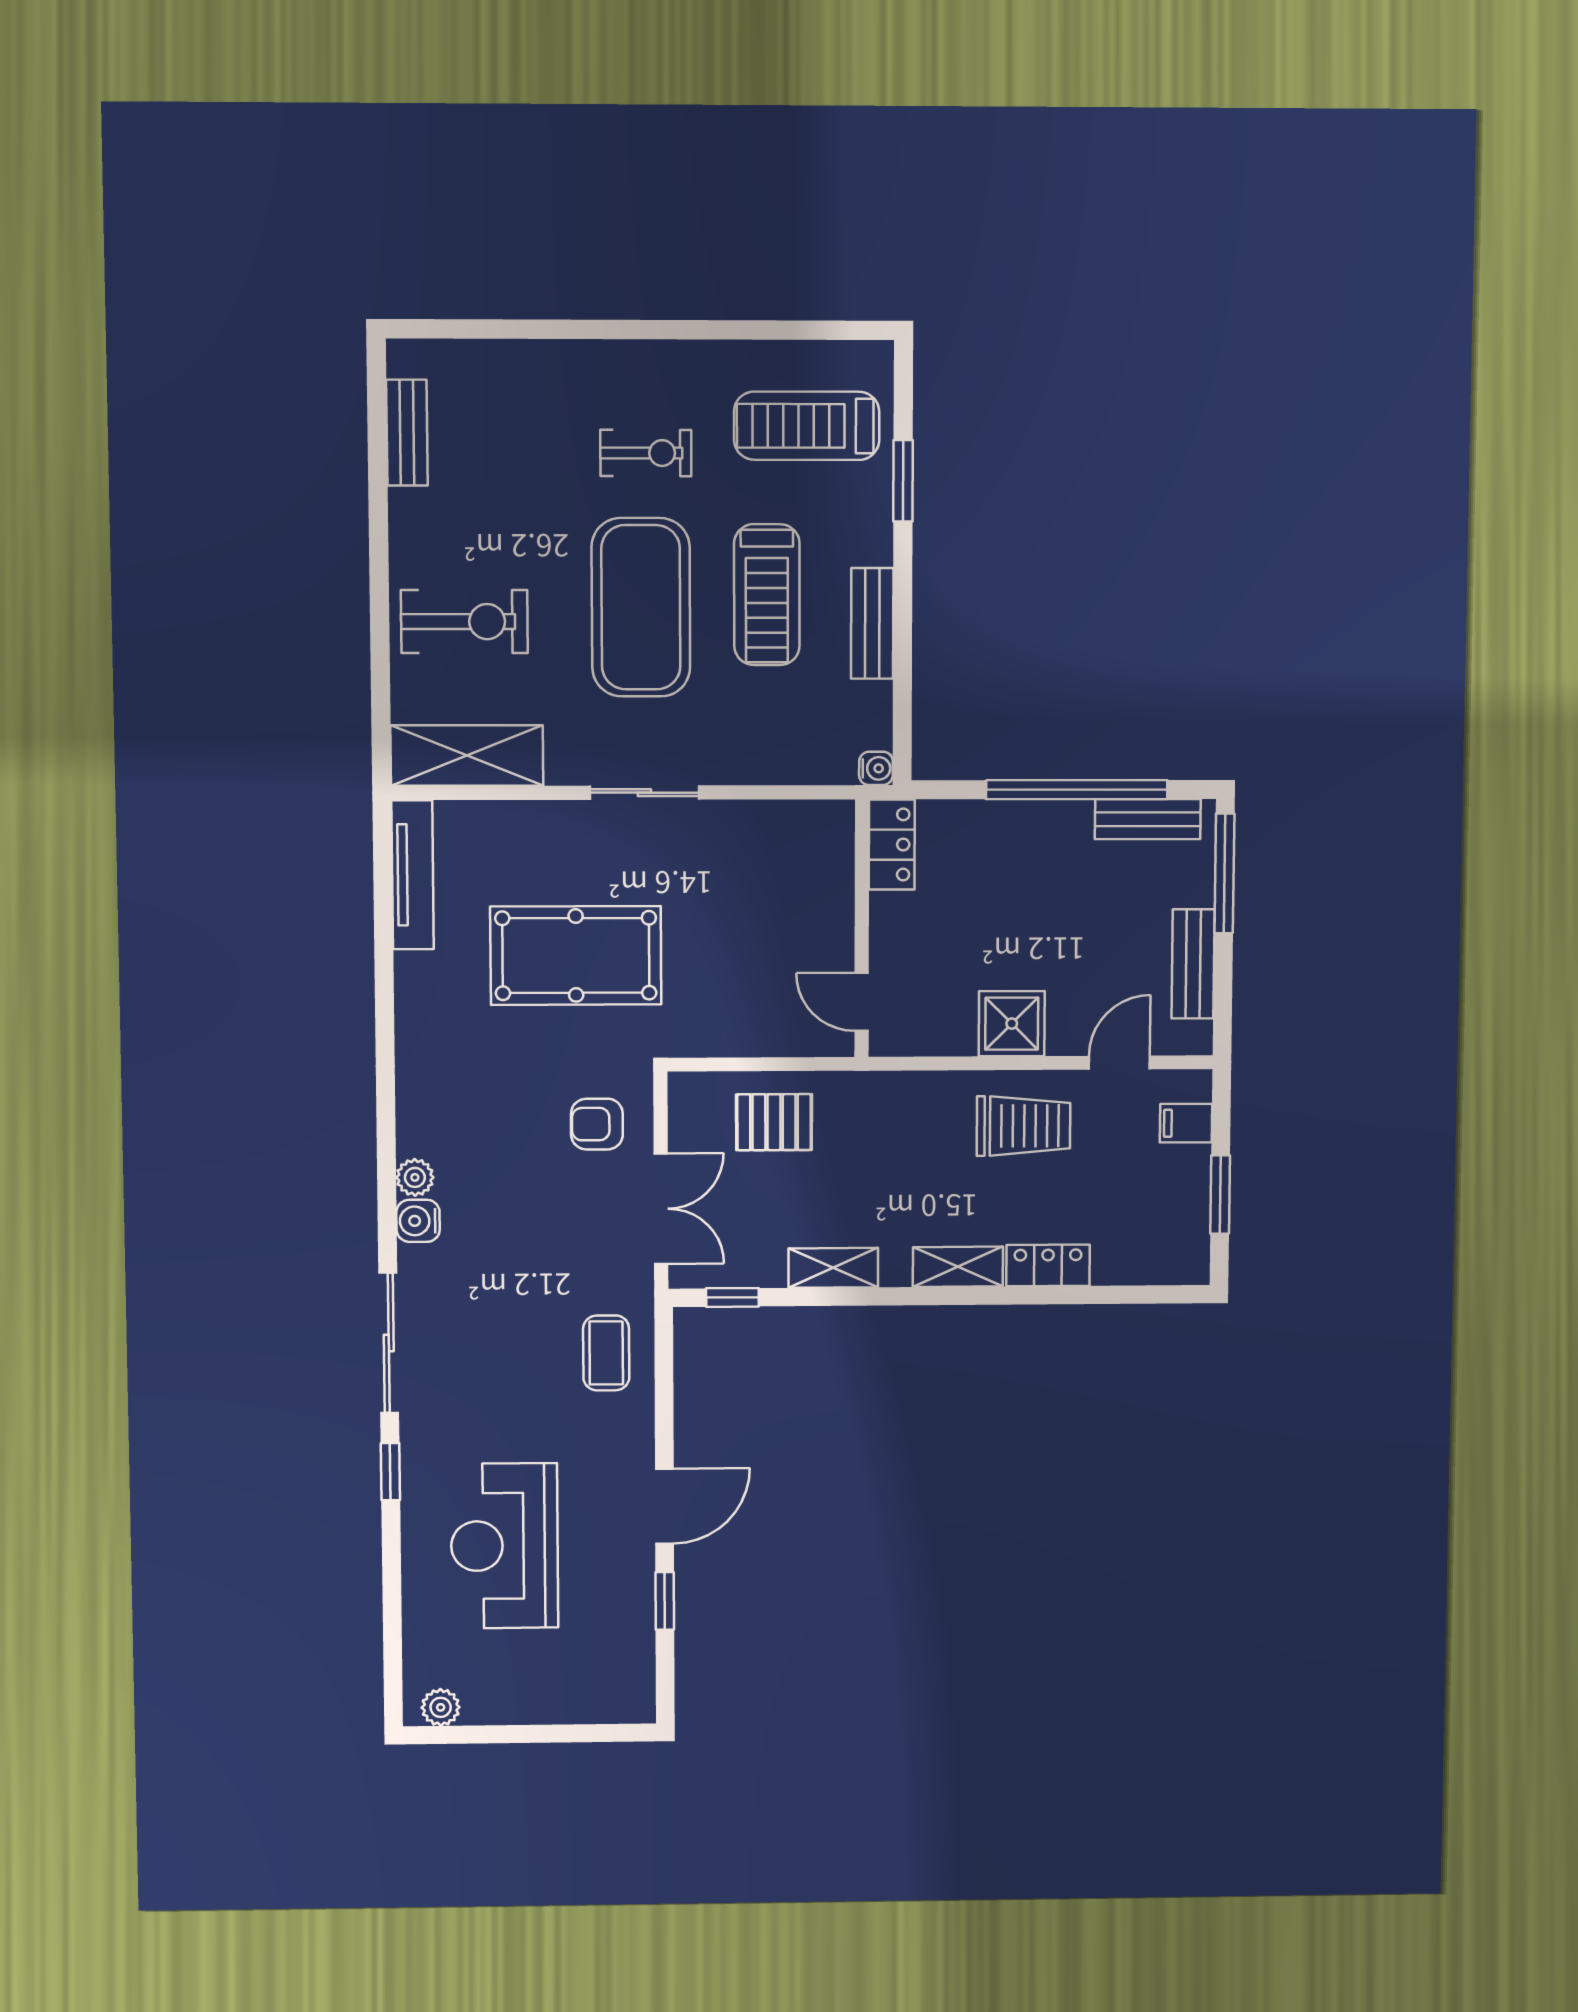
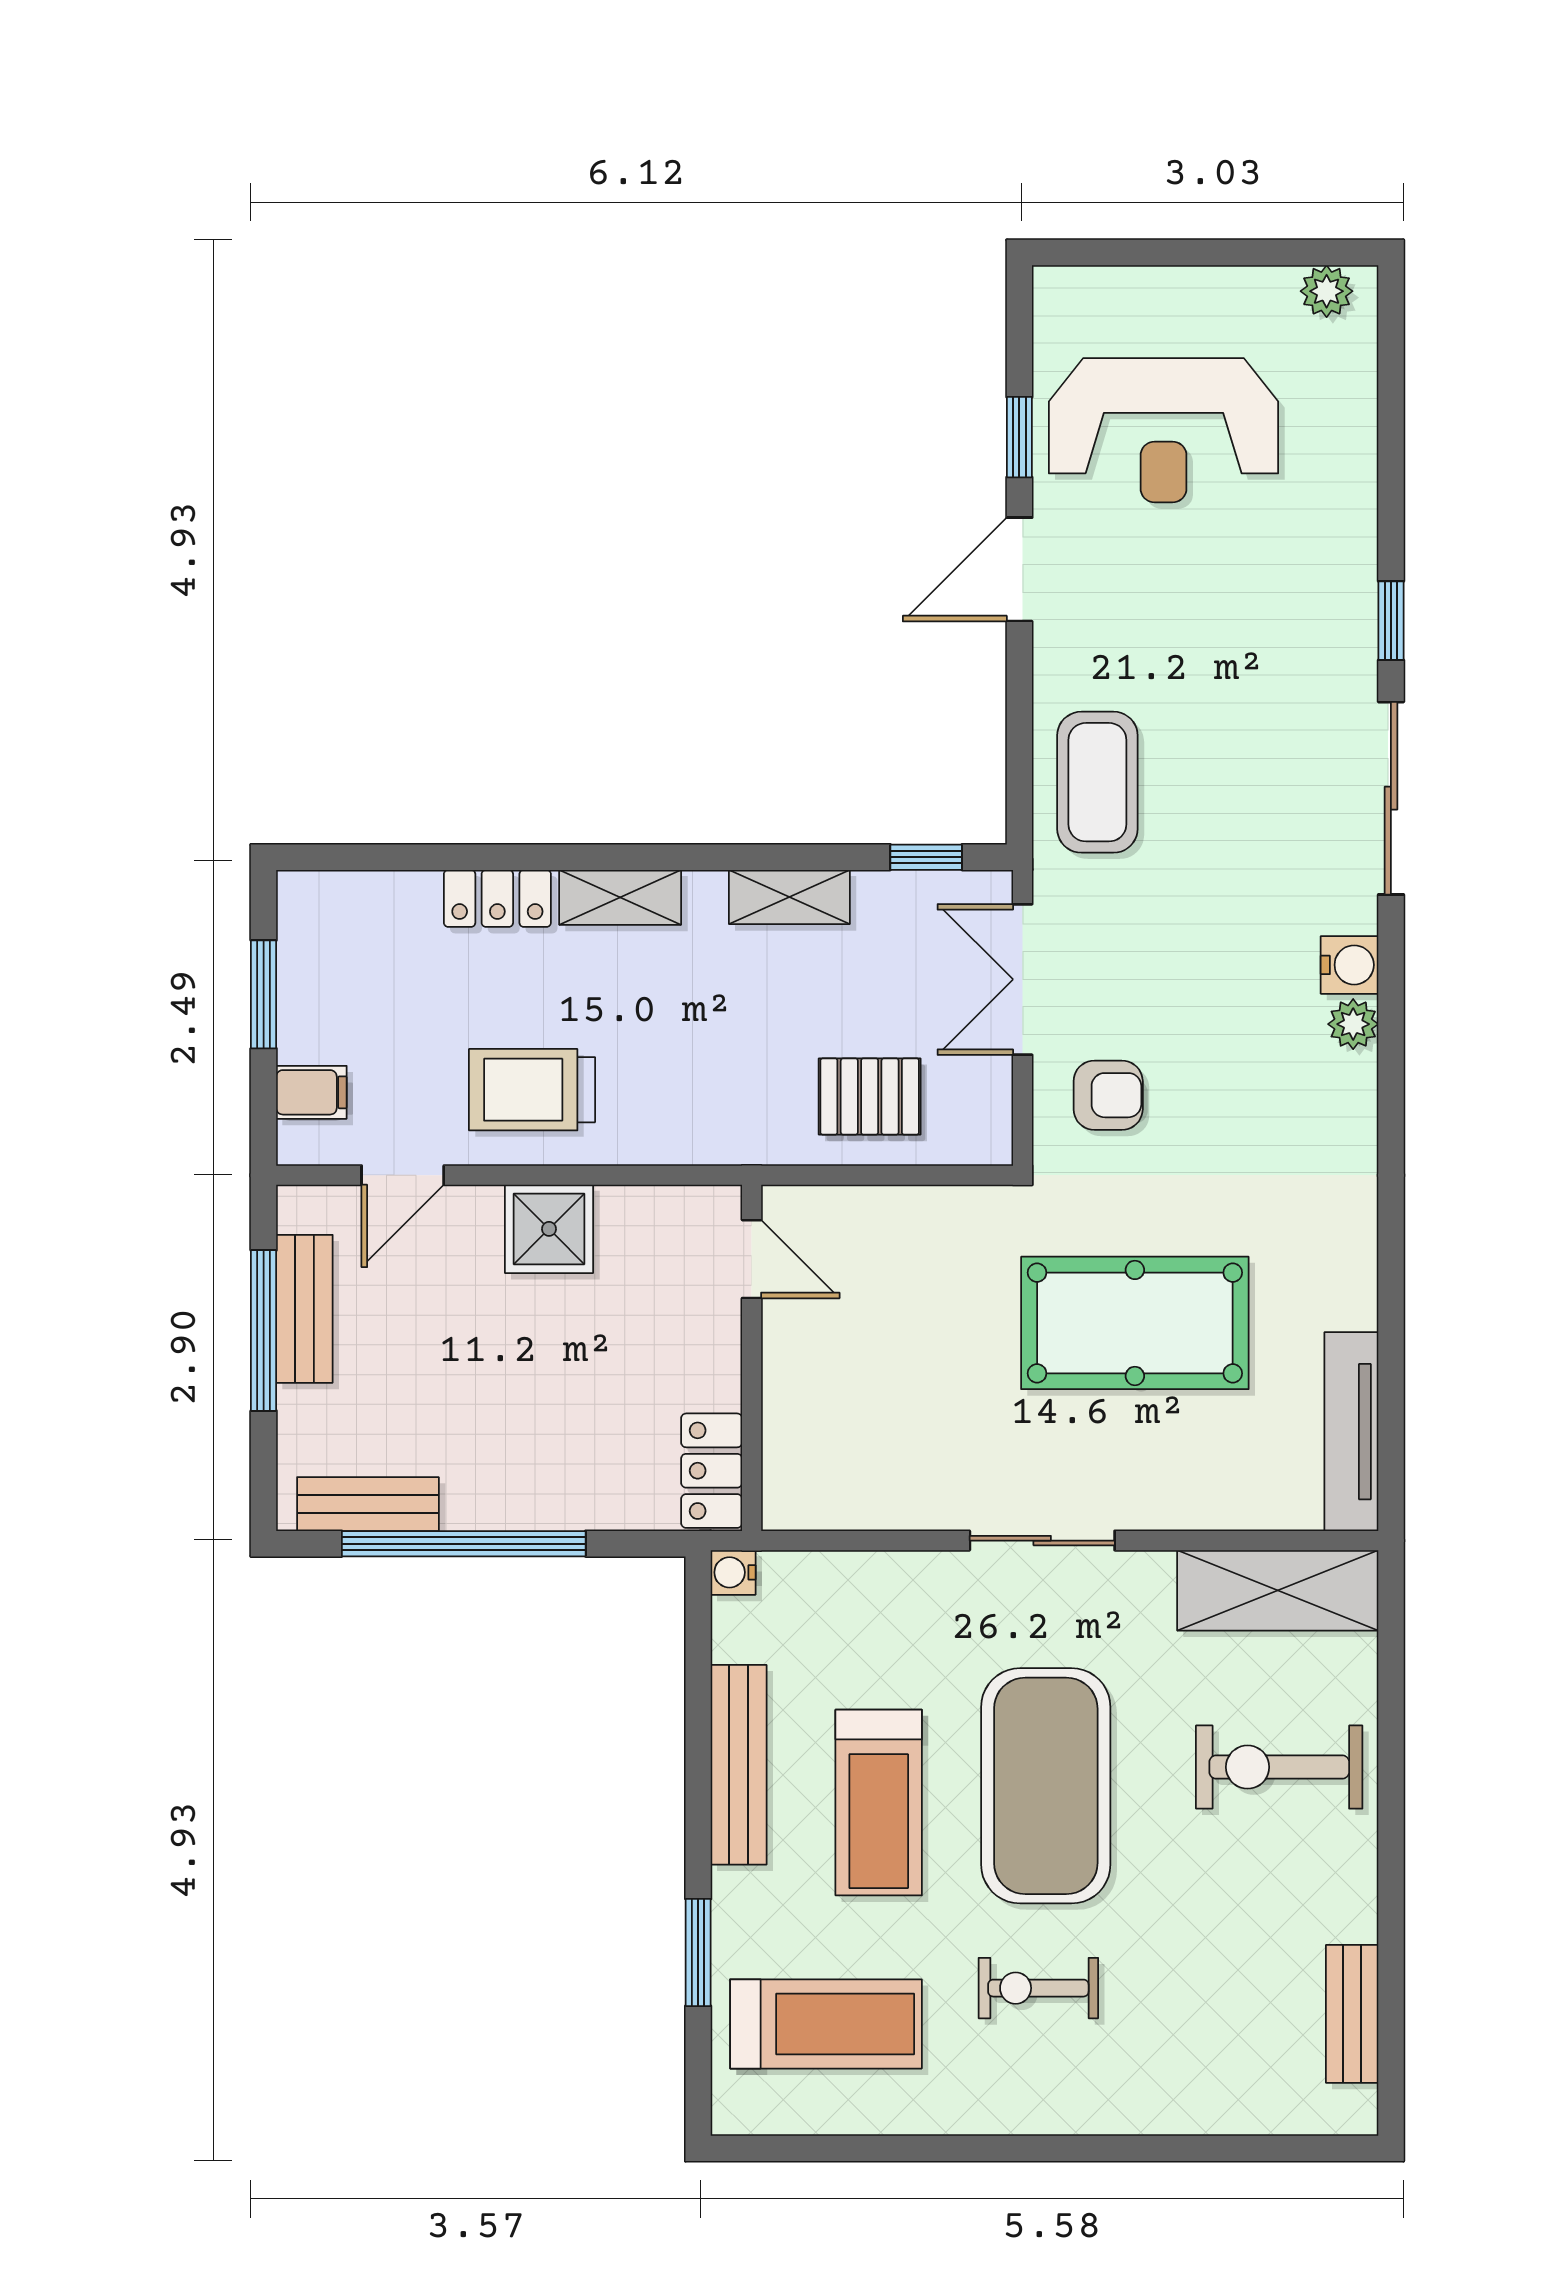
treadmill: (767, 595) -> (879, 1803), turned 180
bench: (872, 623) -> (739, 1765), width x1.36
window: (1224, 873) -> (264, 1330), moved
coffee table: (606, 1353) -> (1097, 782), width x1.36, depth x1.30
reception desk: (505, 1546) -> (1164, 430), moved, turned 90

